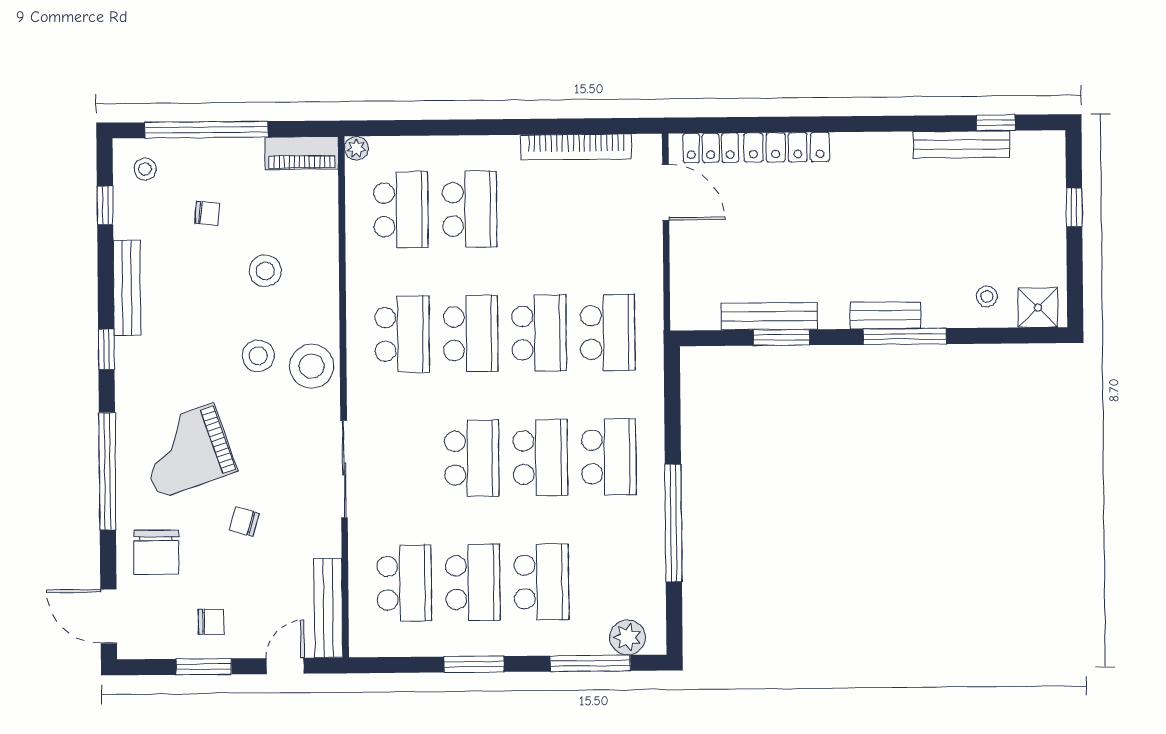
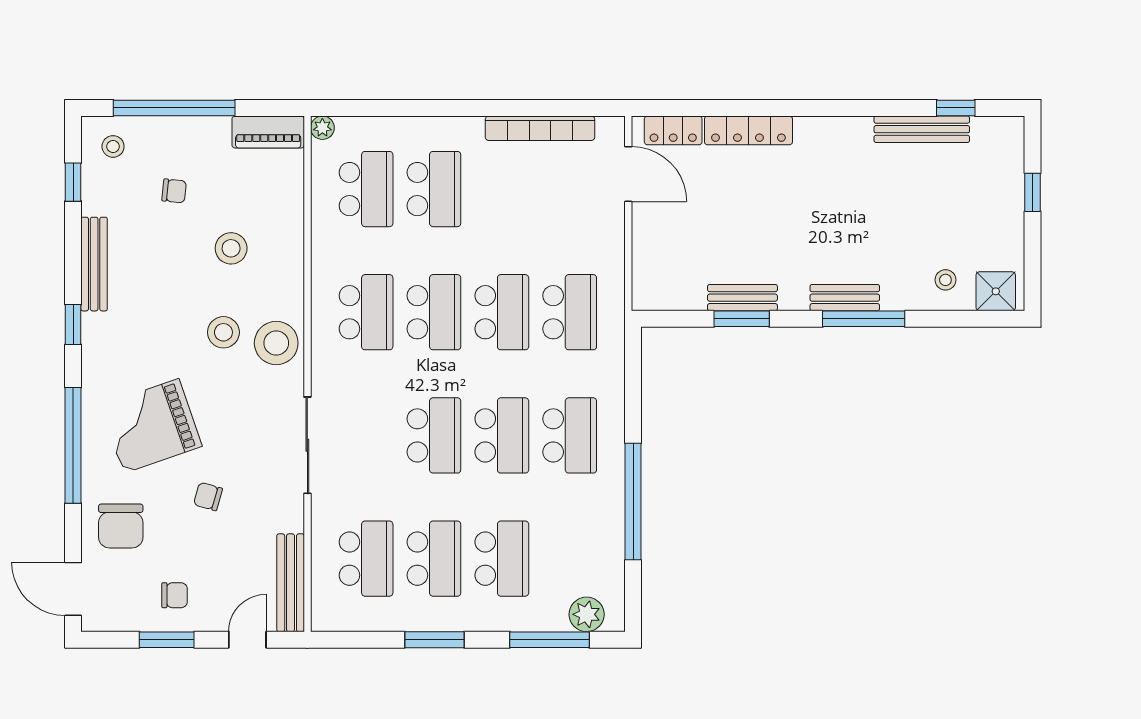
bench: (769, 316) -> (742, 298), width x0.73

